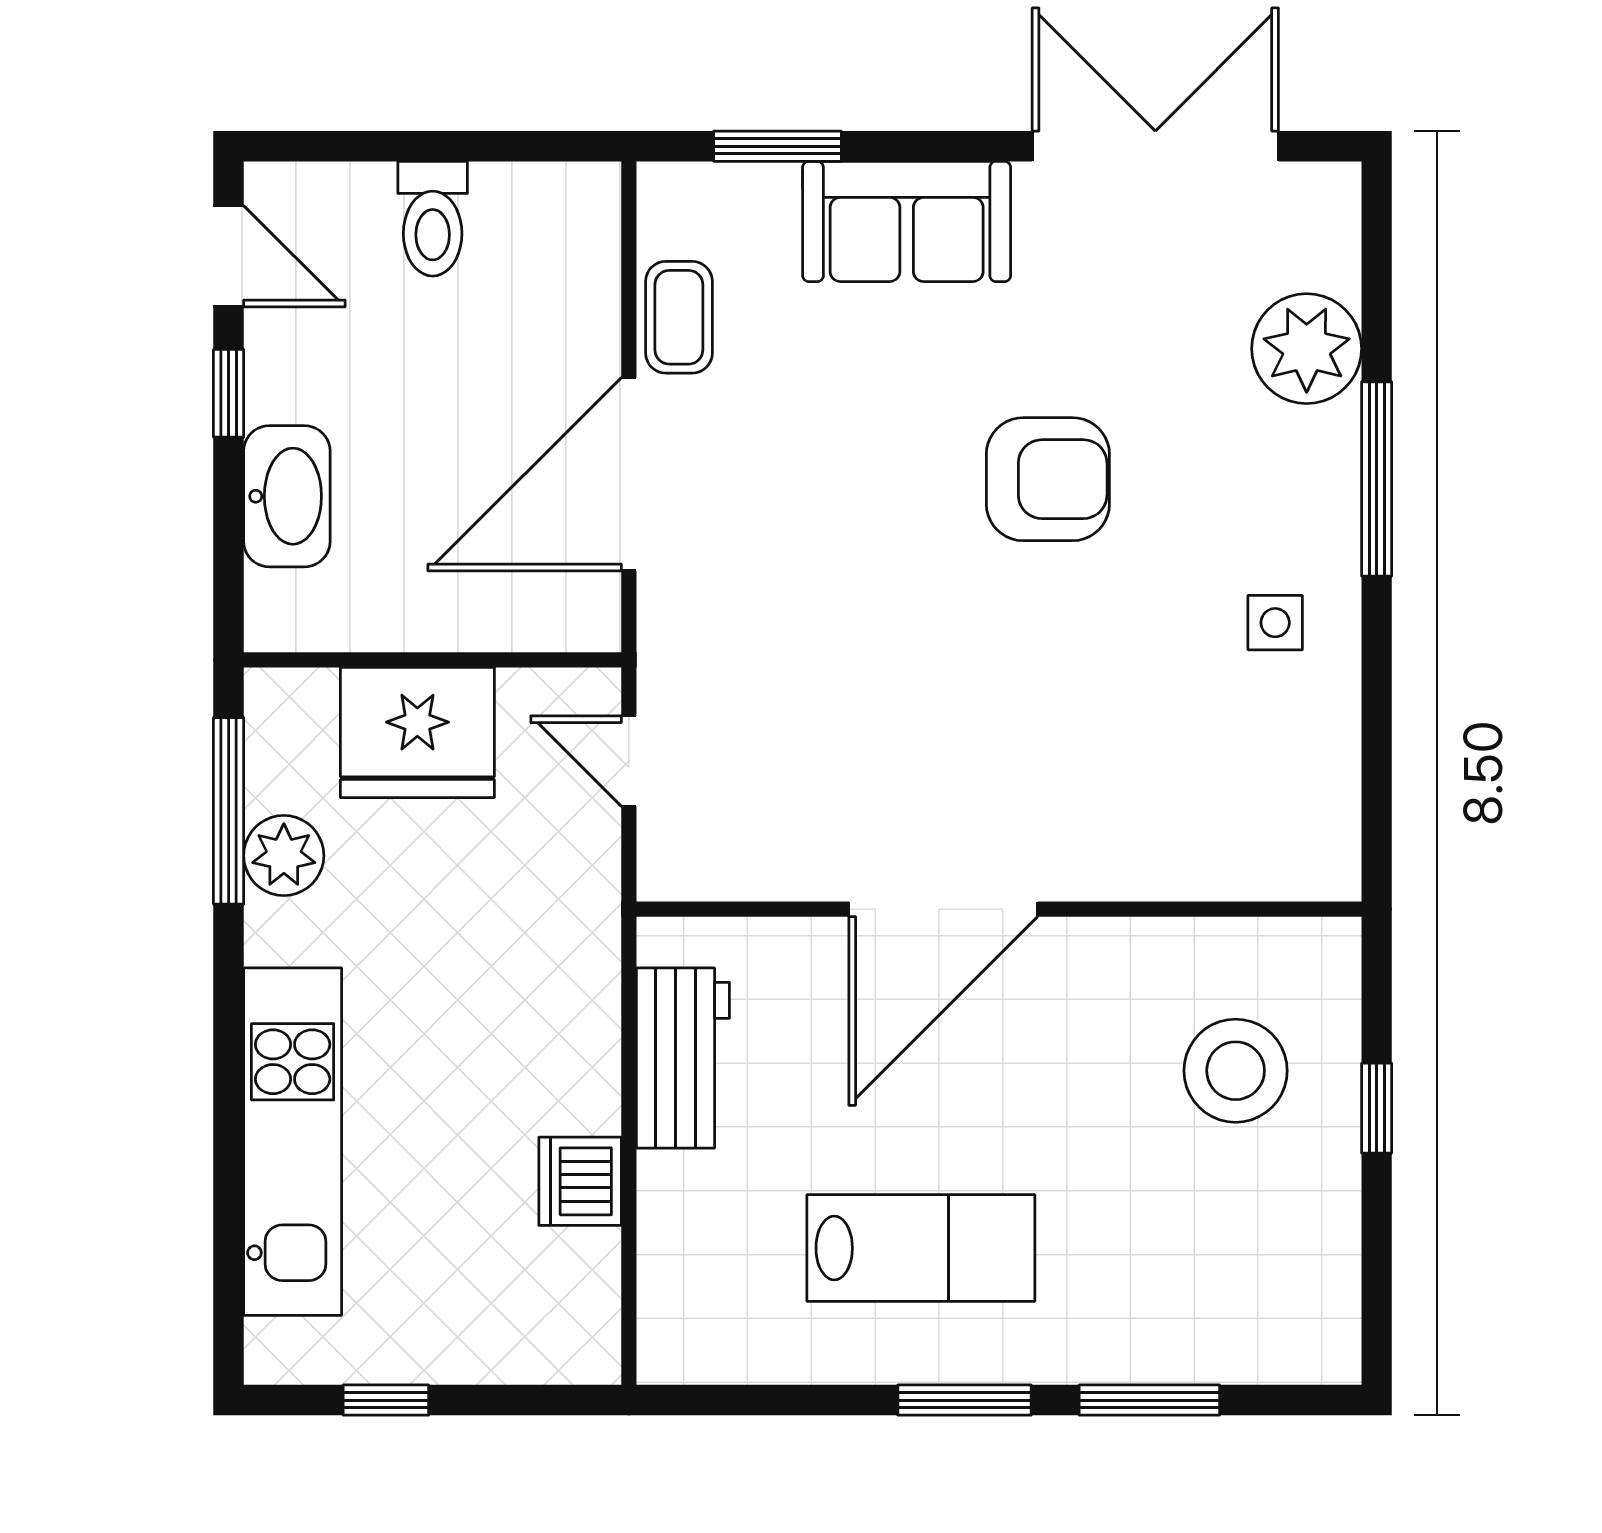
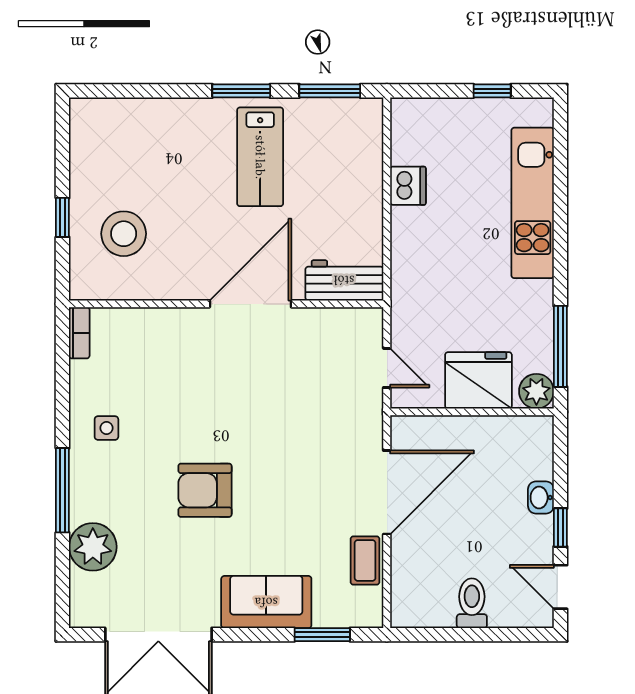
washbasin: (287, 496) -> (541, 497), width x0.52, depth x0.69
bookcase: (1338, 842) -> (79, 333), added
plant: (284, 856) -> (536, 391), moved
workbench: (683, 1058) -> (344, 280), moved, turned 90
lab bench: (921, 1248) -> (260, 157), turned -90
window: (1149, 1400) -> (330, 91), moved

